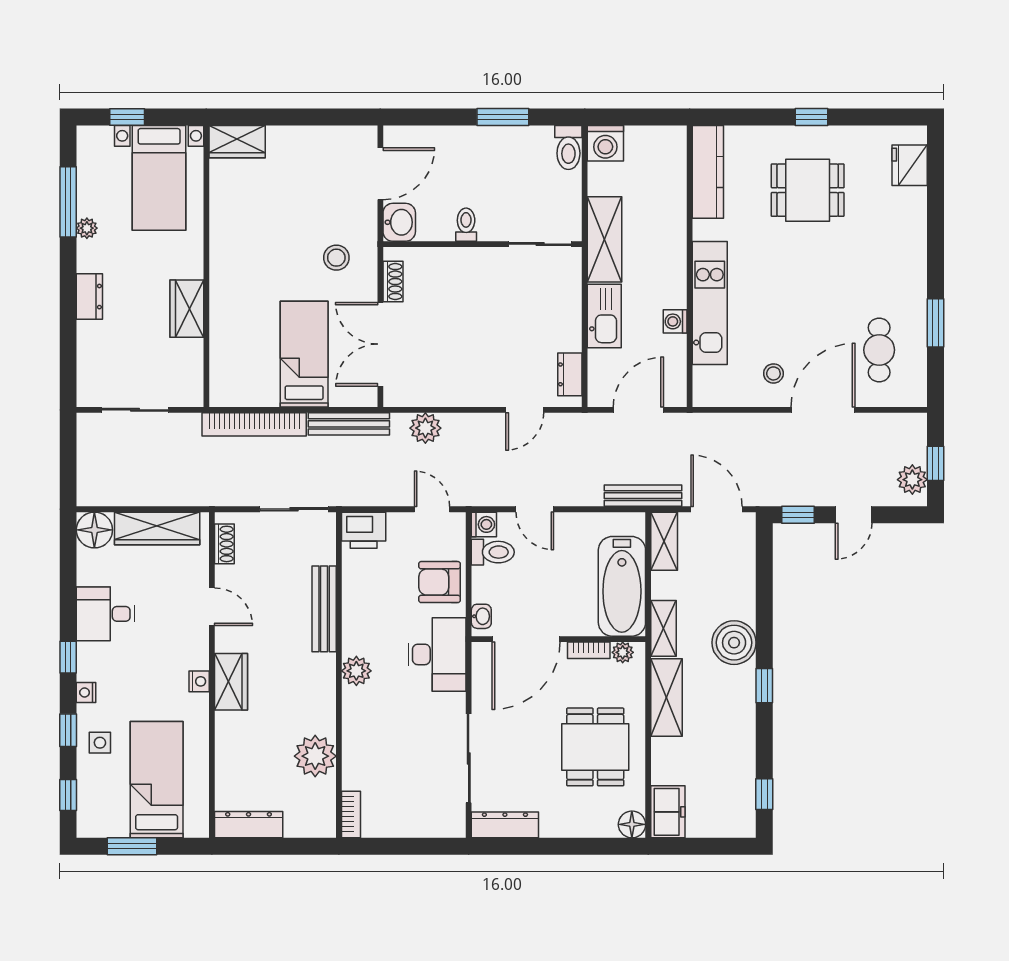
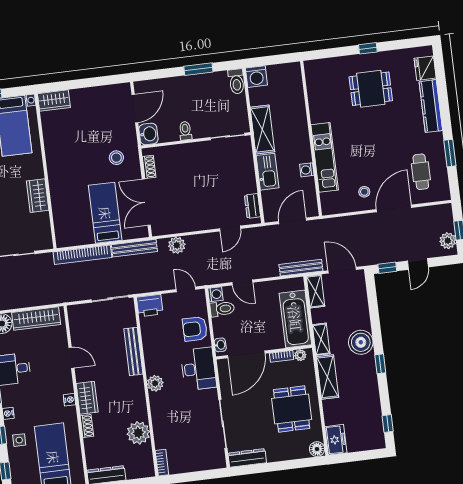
kitchen counter: (708, 172) -> (431, 106), moved, turned 180
shoe rack: (224, 544) -> (87, 426), moved

